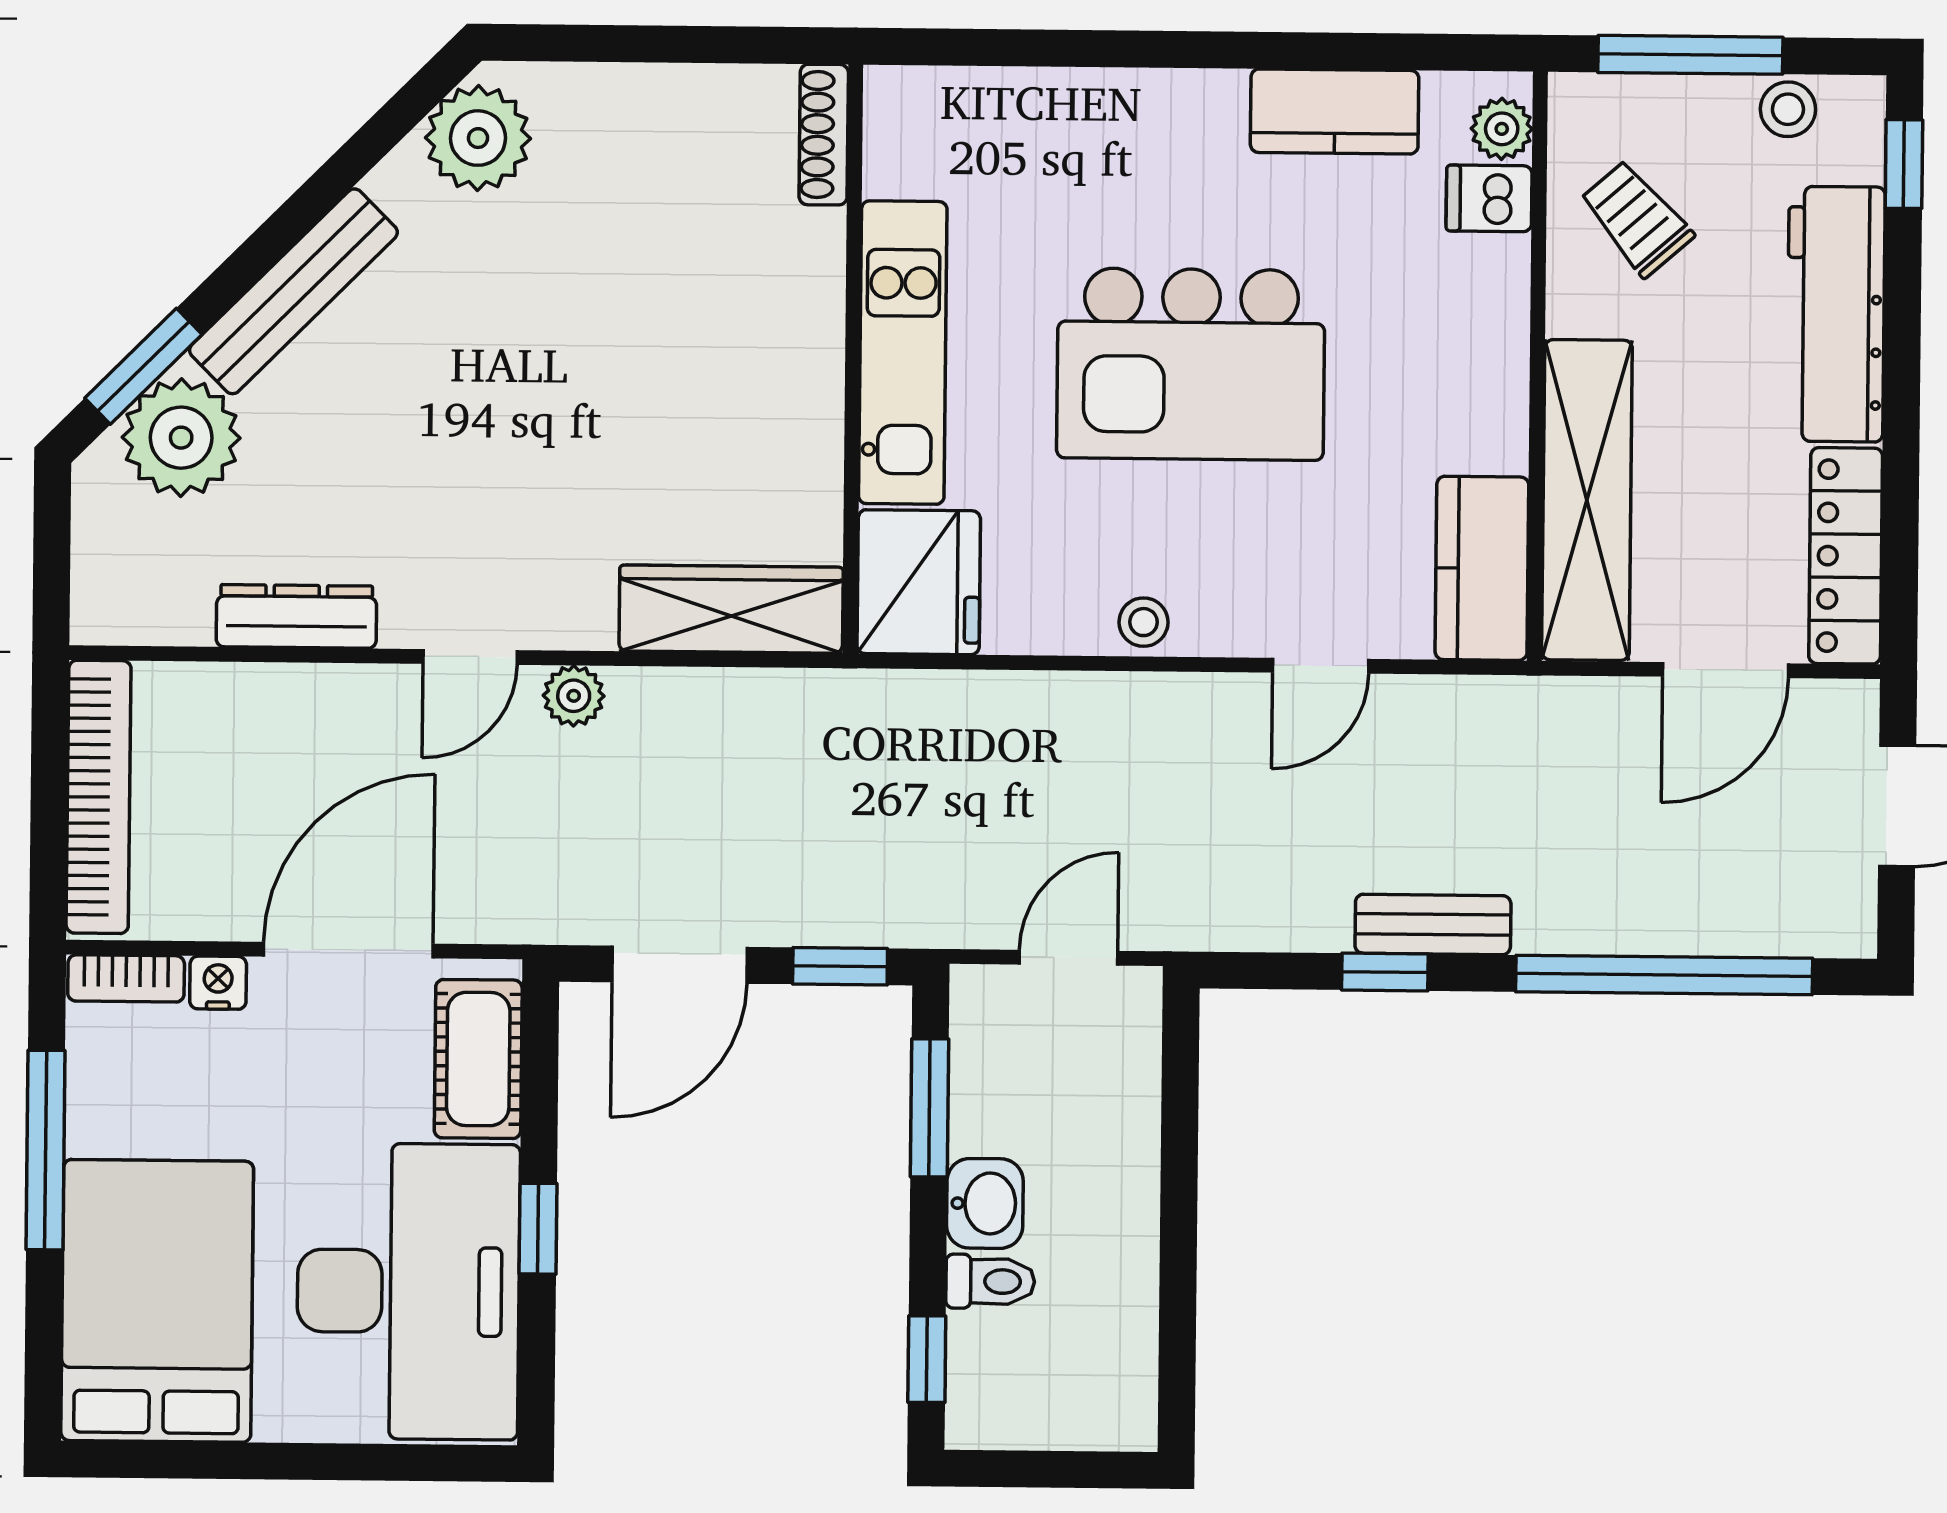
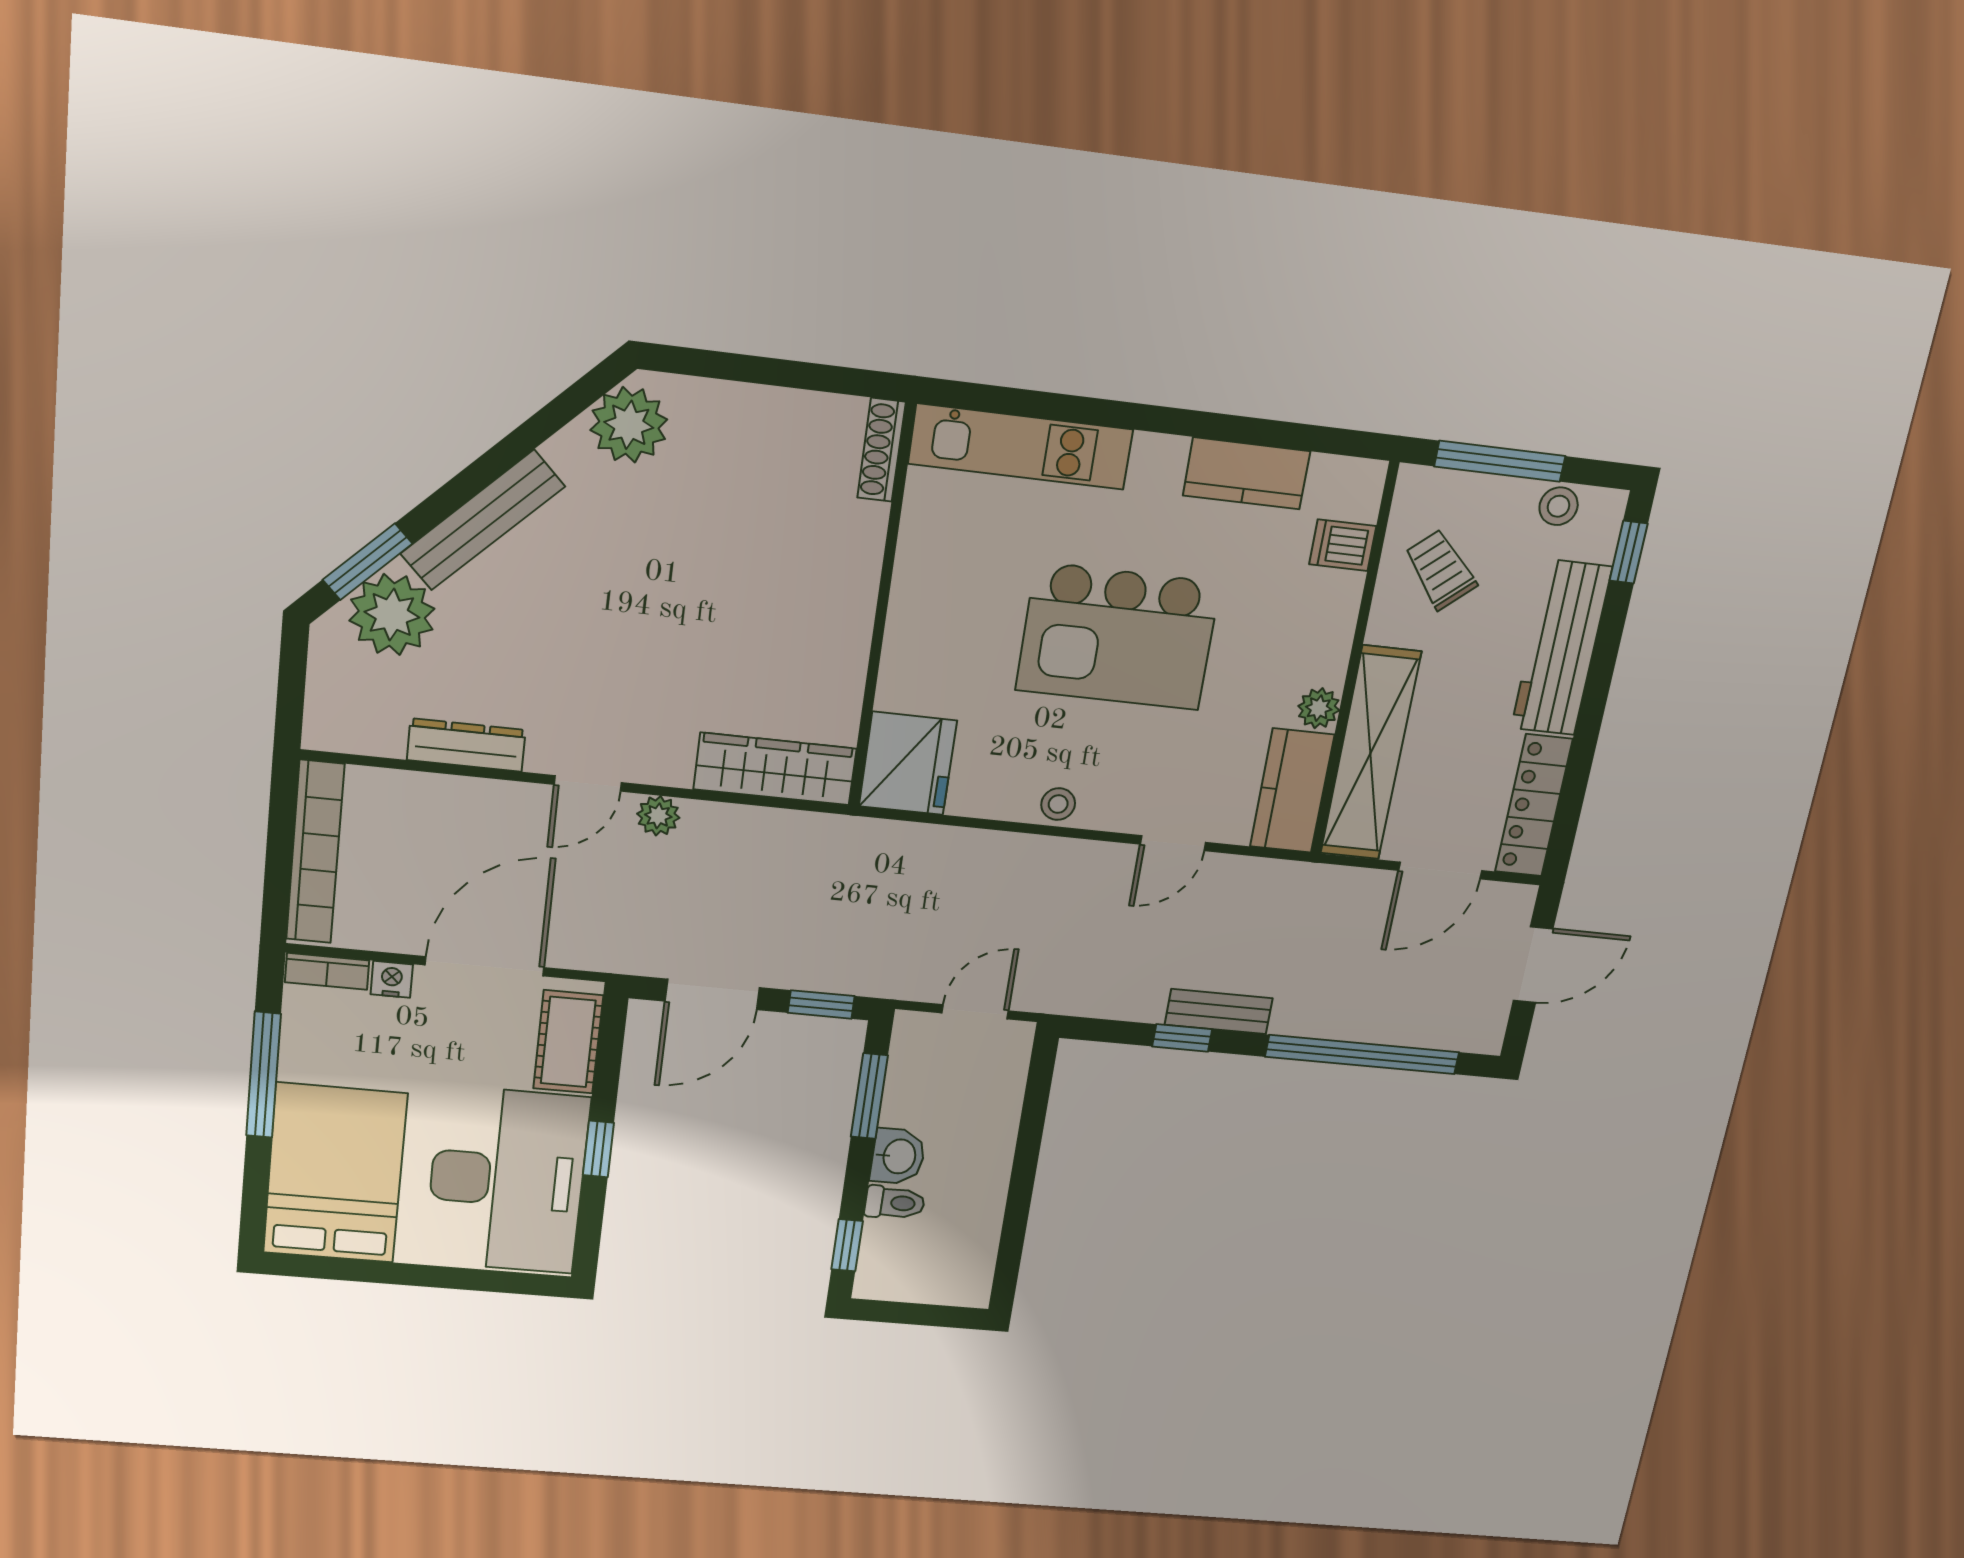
plant: (1502, 129) -> (1319, 708), moved
kitchen unit: (903, 353) -> (1021, 447), moved, turned 90

